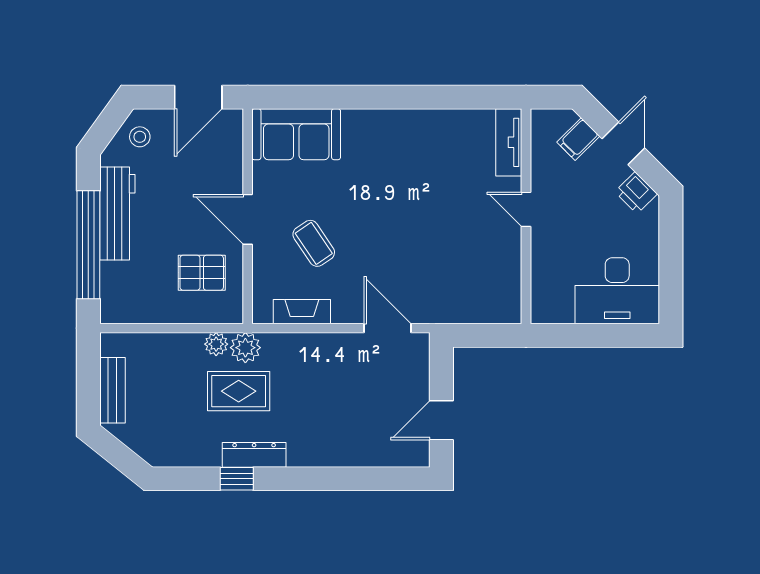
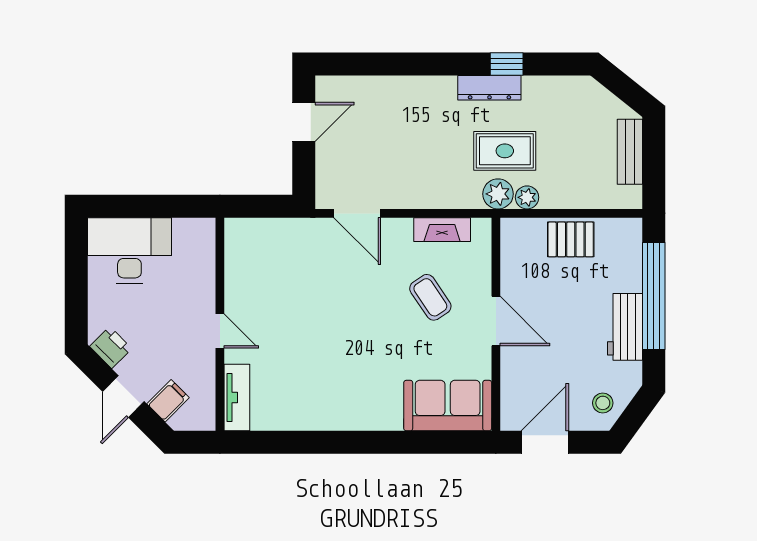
workbench: (117, 214) -> (625, 327), width x0.73
pallet: (202, 273) -> (571, 239), moved

